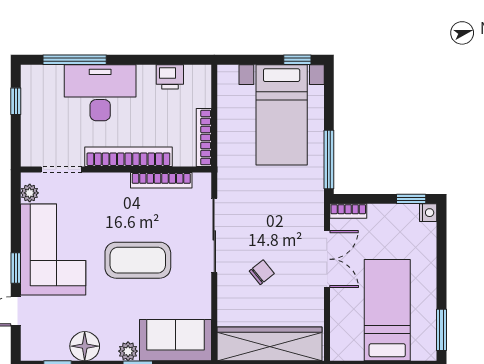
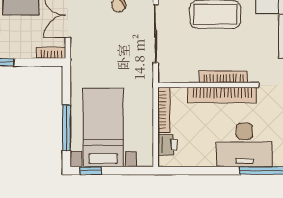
printer: (170, 77) -> (167, 145), moved, turned 90
window: (329, 160) -> (66, 128), moved
bookcase: (161, 180) -> (223, 77), moved

